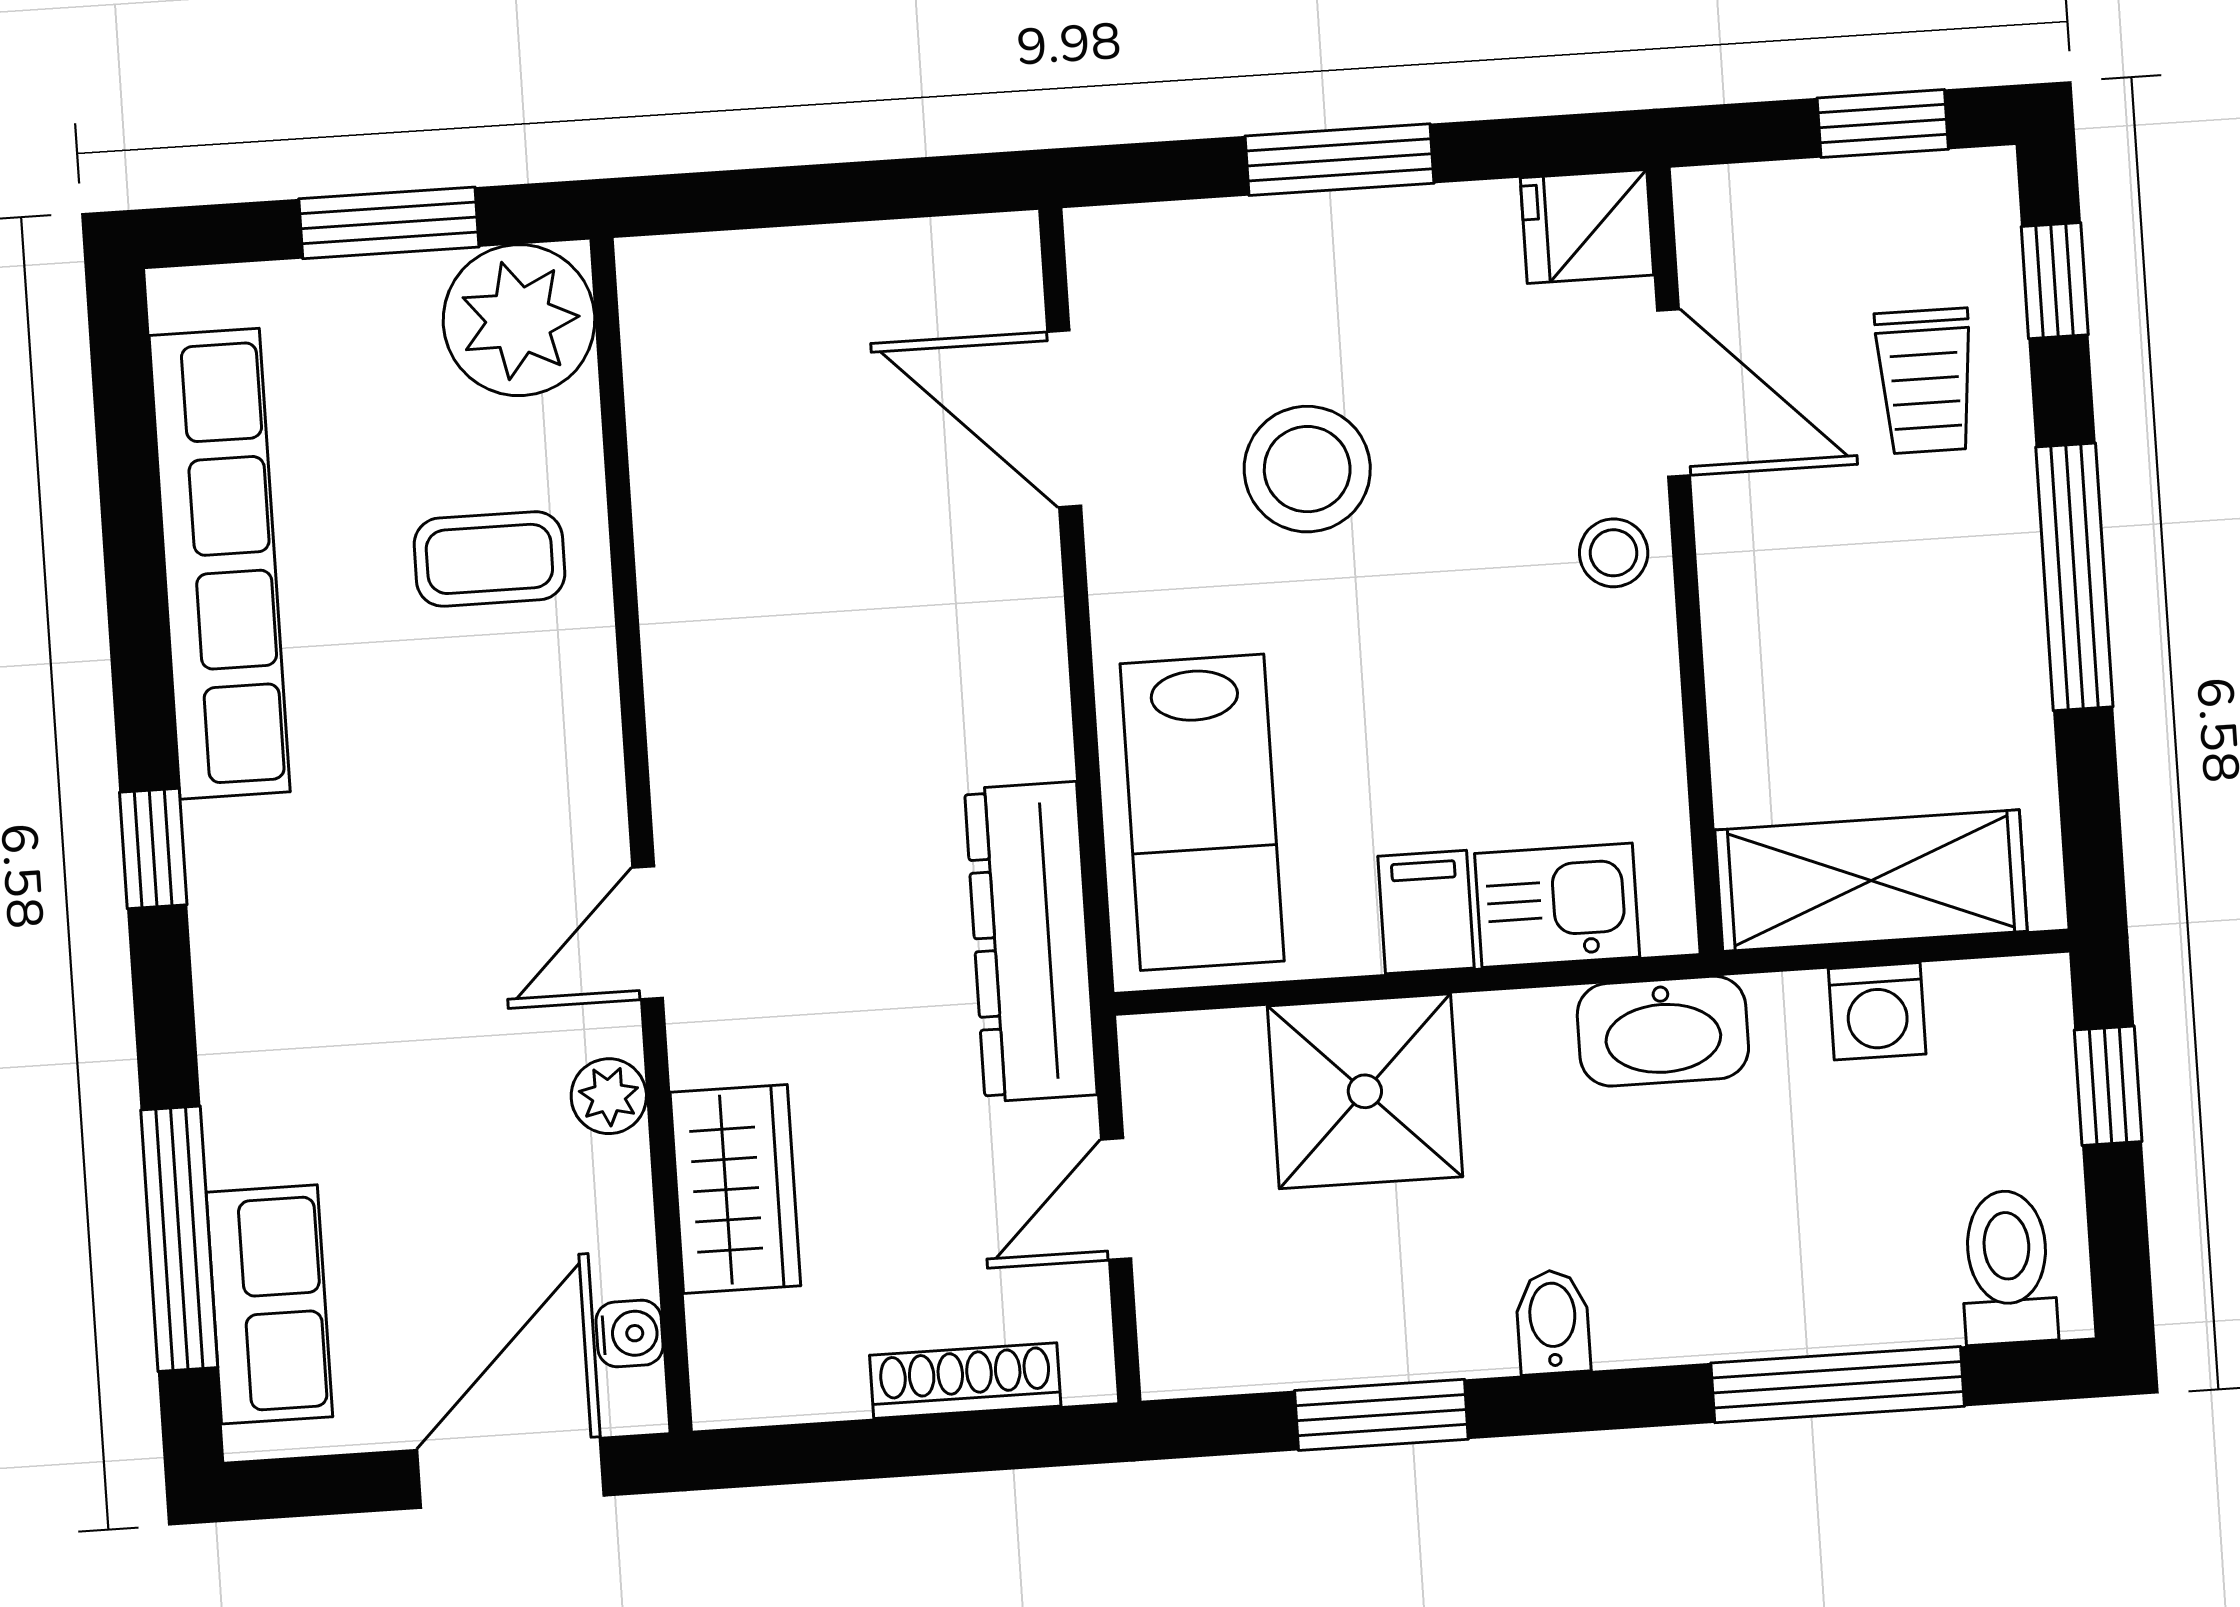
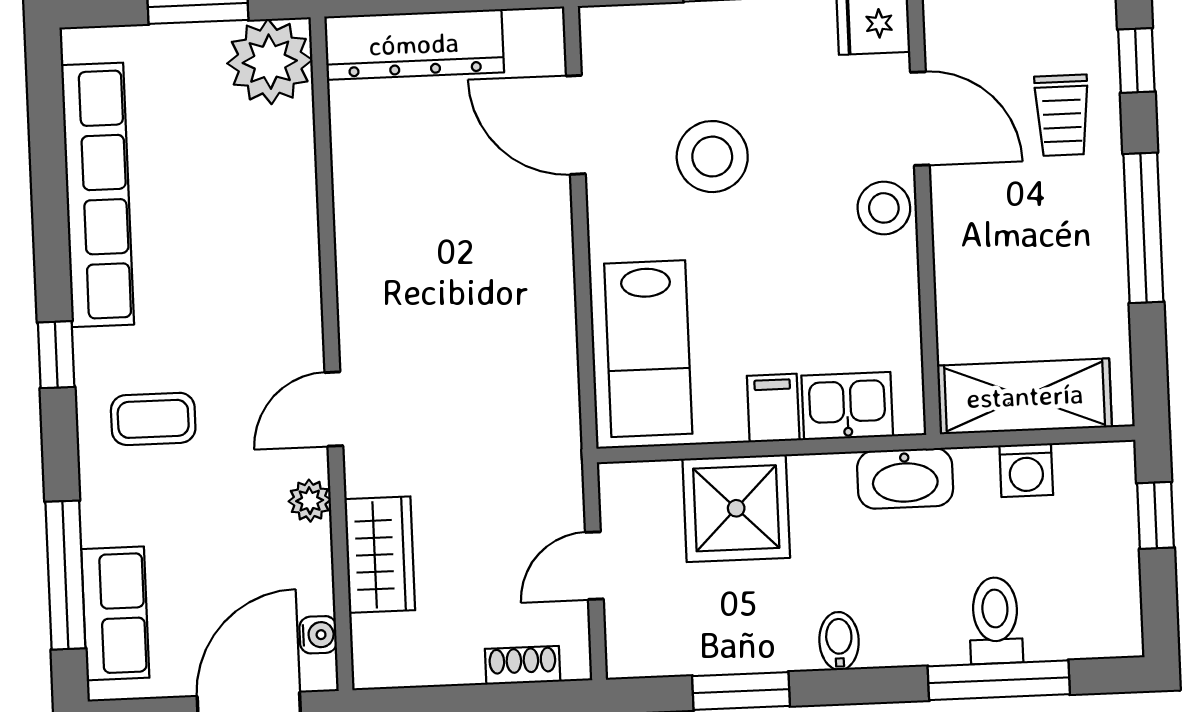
stool: (1614, 553) -> (884, 208), width x1.37, depth x1.37
coffee table: (489, 559) -> (153, 419), moved
dresser: (1031, 942) -> (414, 44), moved, turned -90
toilet: (2008, 1267) -> (995, 620), moved
shoe rack: (965, 1381) -> (523, 665), width x0.70

